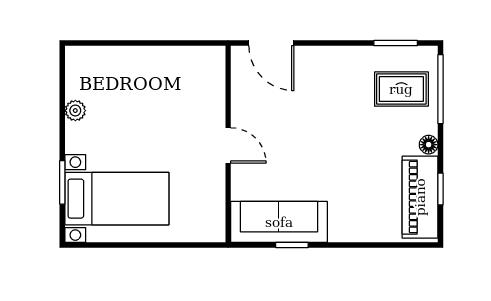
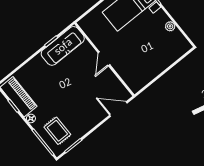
rug: (401, 89) -> (57, 131), turned 90
door: (228, 146) -> (104, 59), hinge flipped

